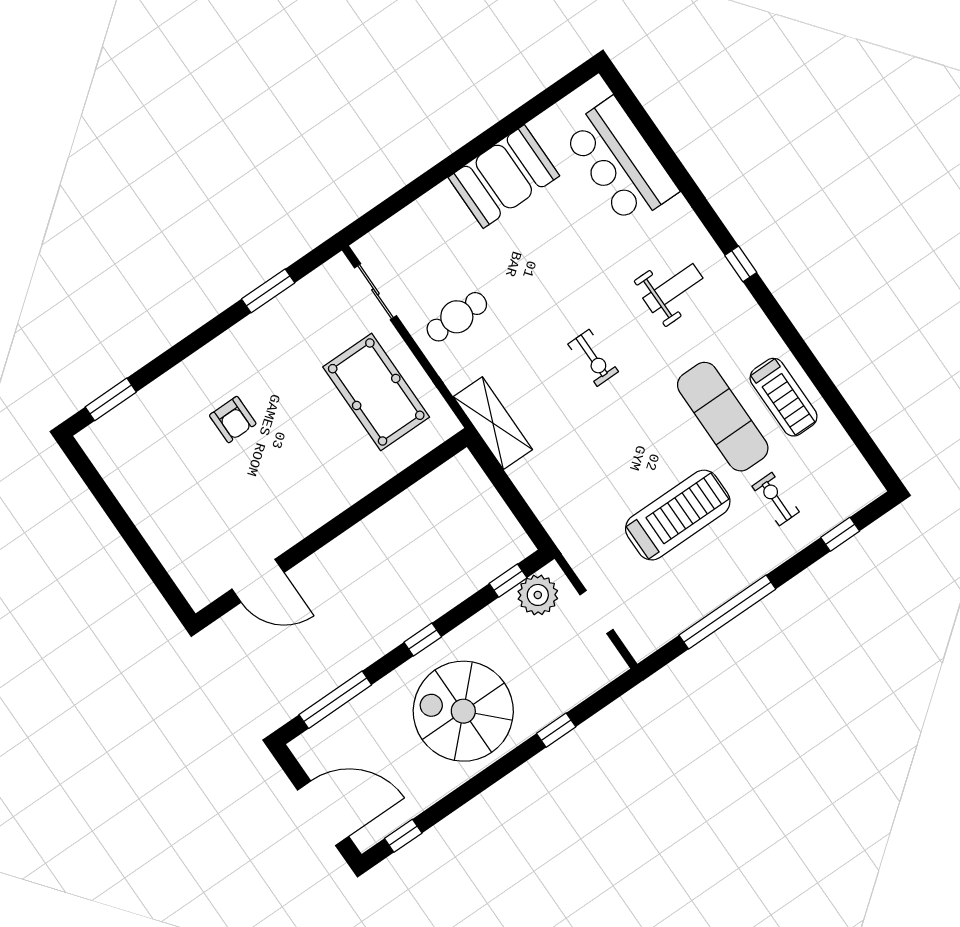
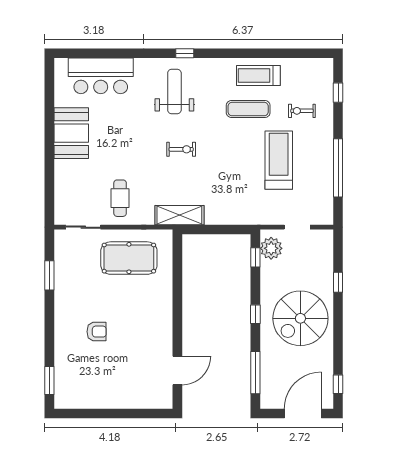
weight bench: (673, 288) -> (174, 91), width x1.36, depth x1.33
treadmill: (784, 397) -> (258, 75), turned 180
exercise mat: (723, 417) -> (248, 109), width x0.73, depth x0.69

